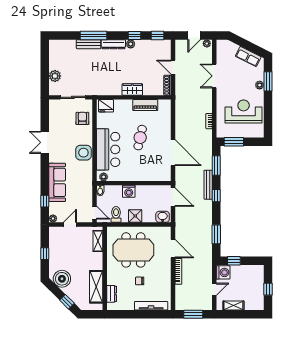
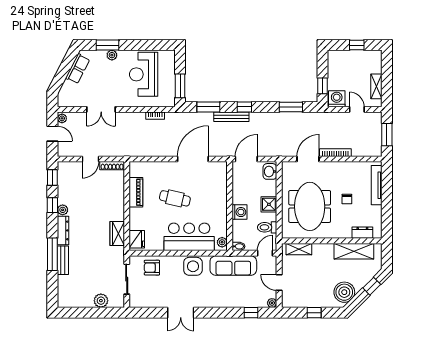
wardrobe: (132, 90) -> (117, 233), moved
sofa: (57, 182) -> (233, 266), moved, turned 180

